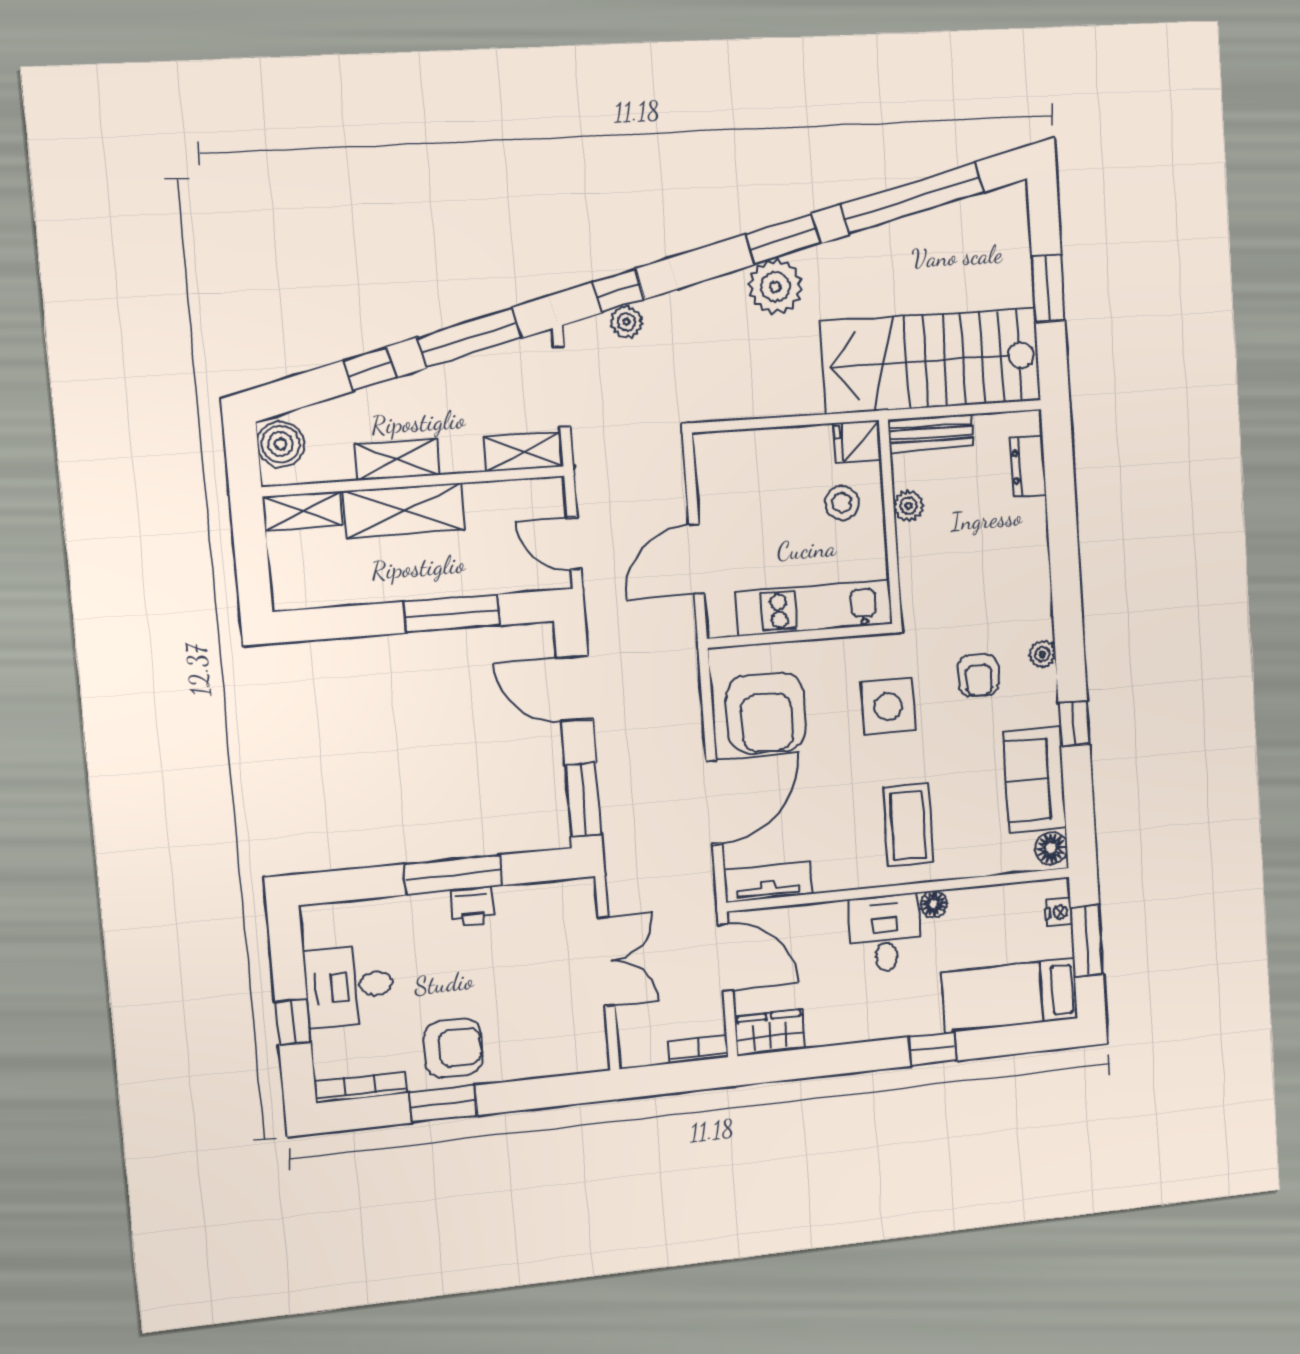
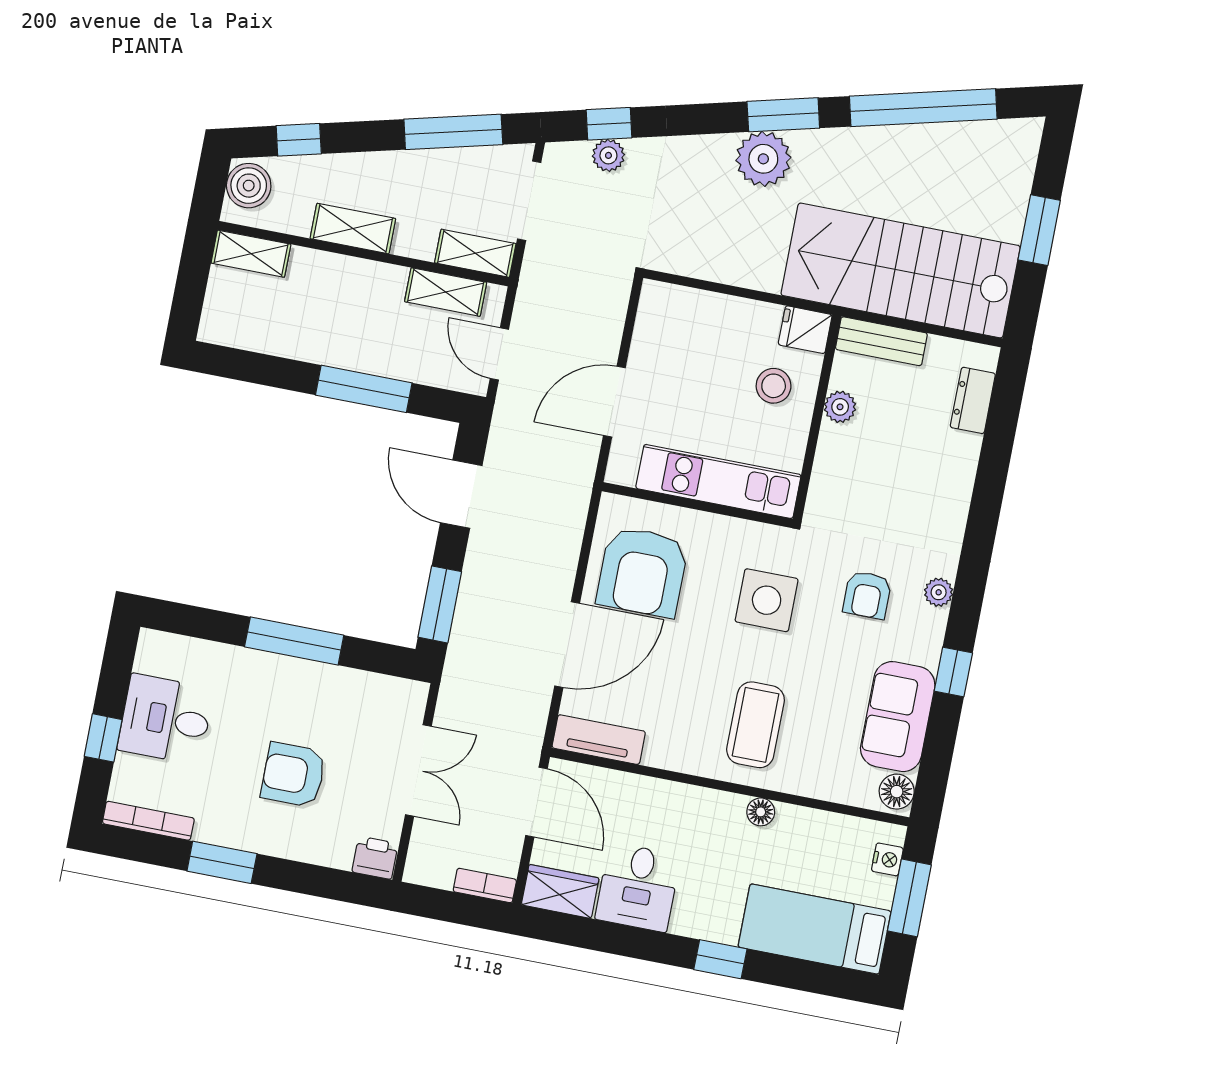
window: (370, 369) -> (299, 140), moved
shelving: (404, 510) -> (446, 292), moved, width x0.67, depth x0.75
printer: (472, 906) -> (375, 858), moved, turned 180
desk: (885, 933) -> (638, 887), moved, turned 180
armchair: (453, 1048) -> (293, 775), moved, turned 180

